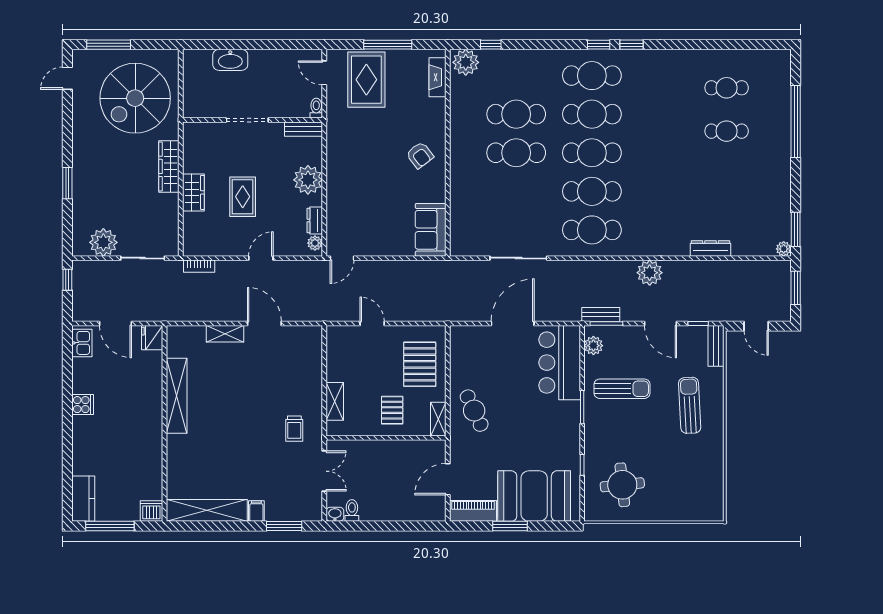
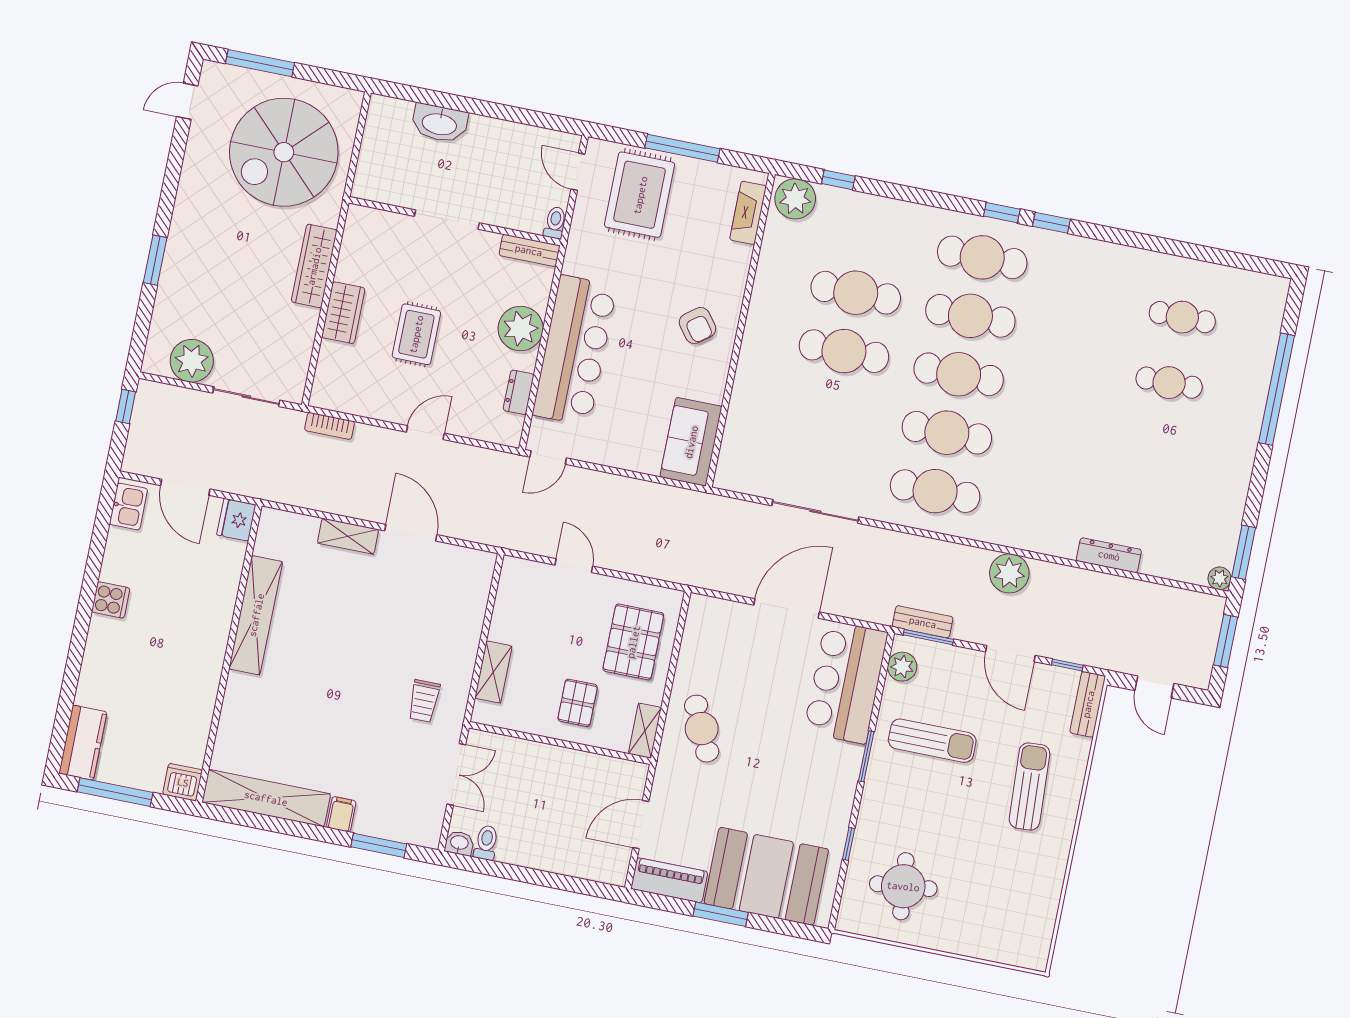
bar counter: (345, 187) -> (575, 350), added
plant: (315, 243) -> (512, 426), removed

